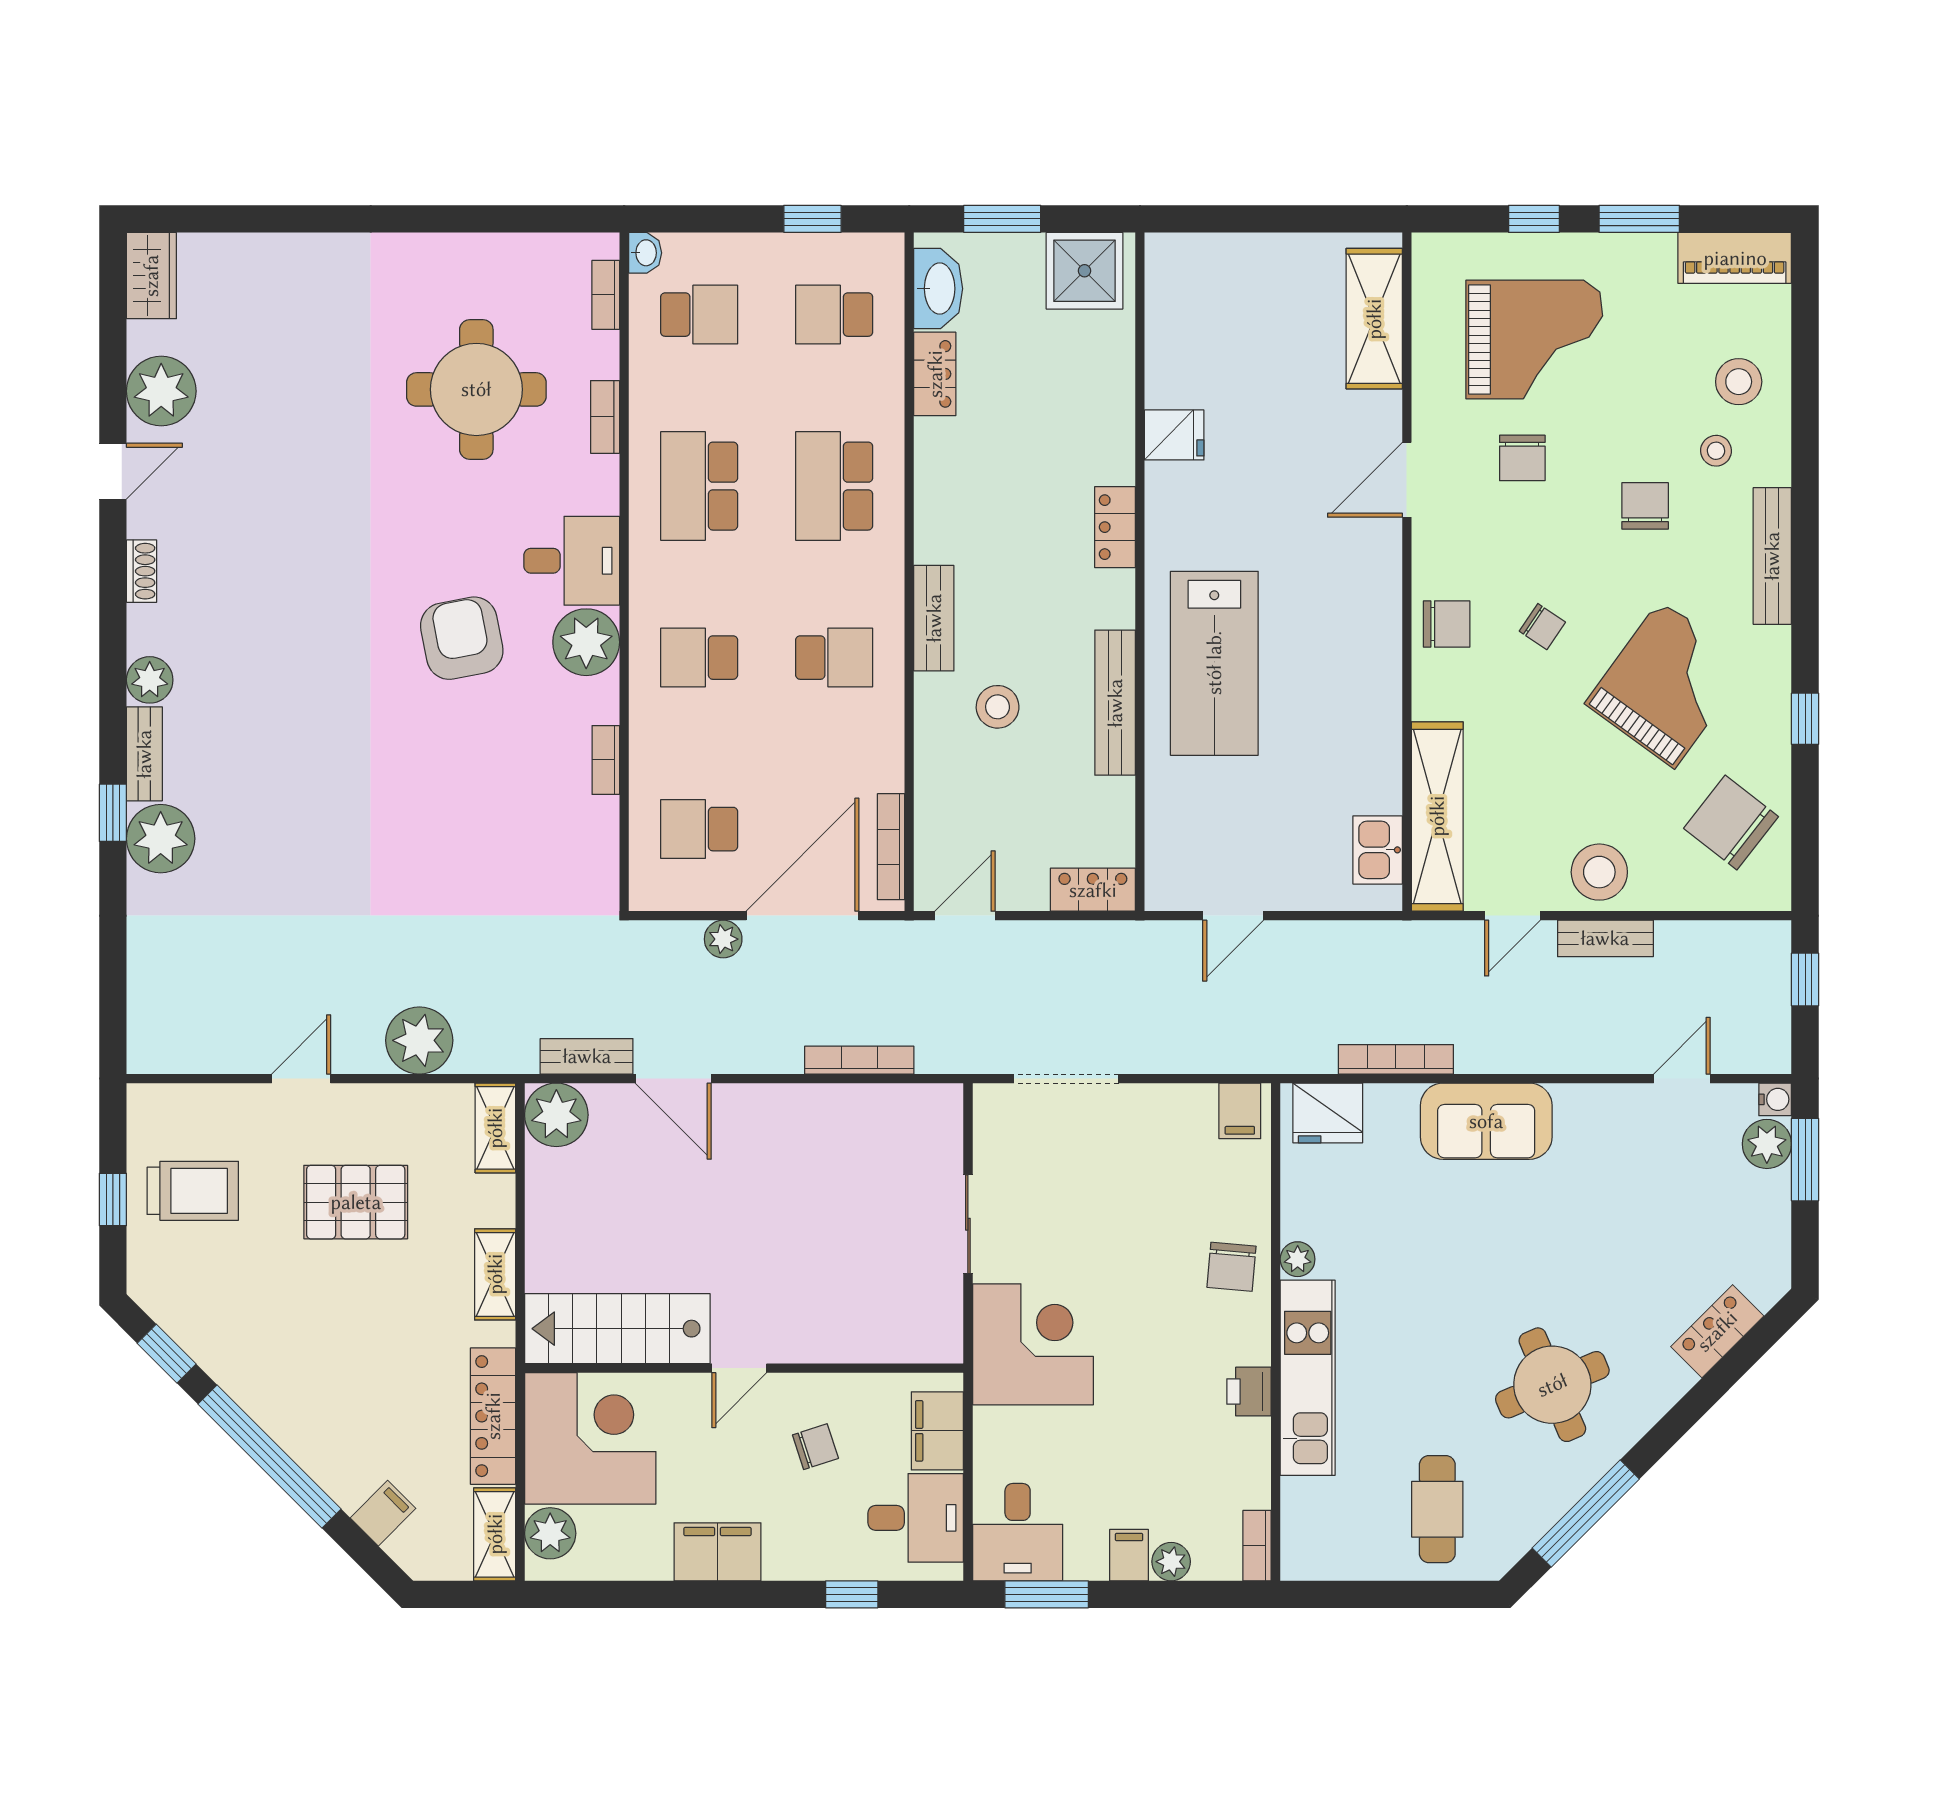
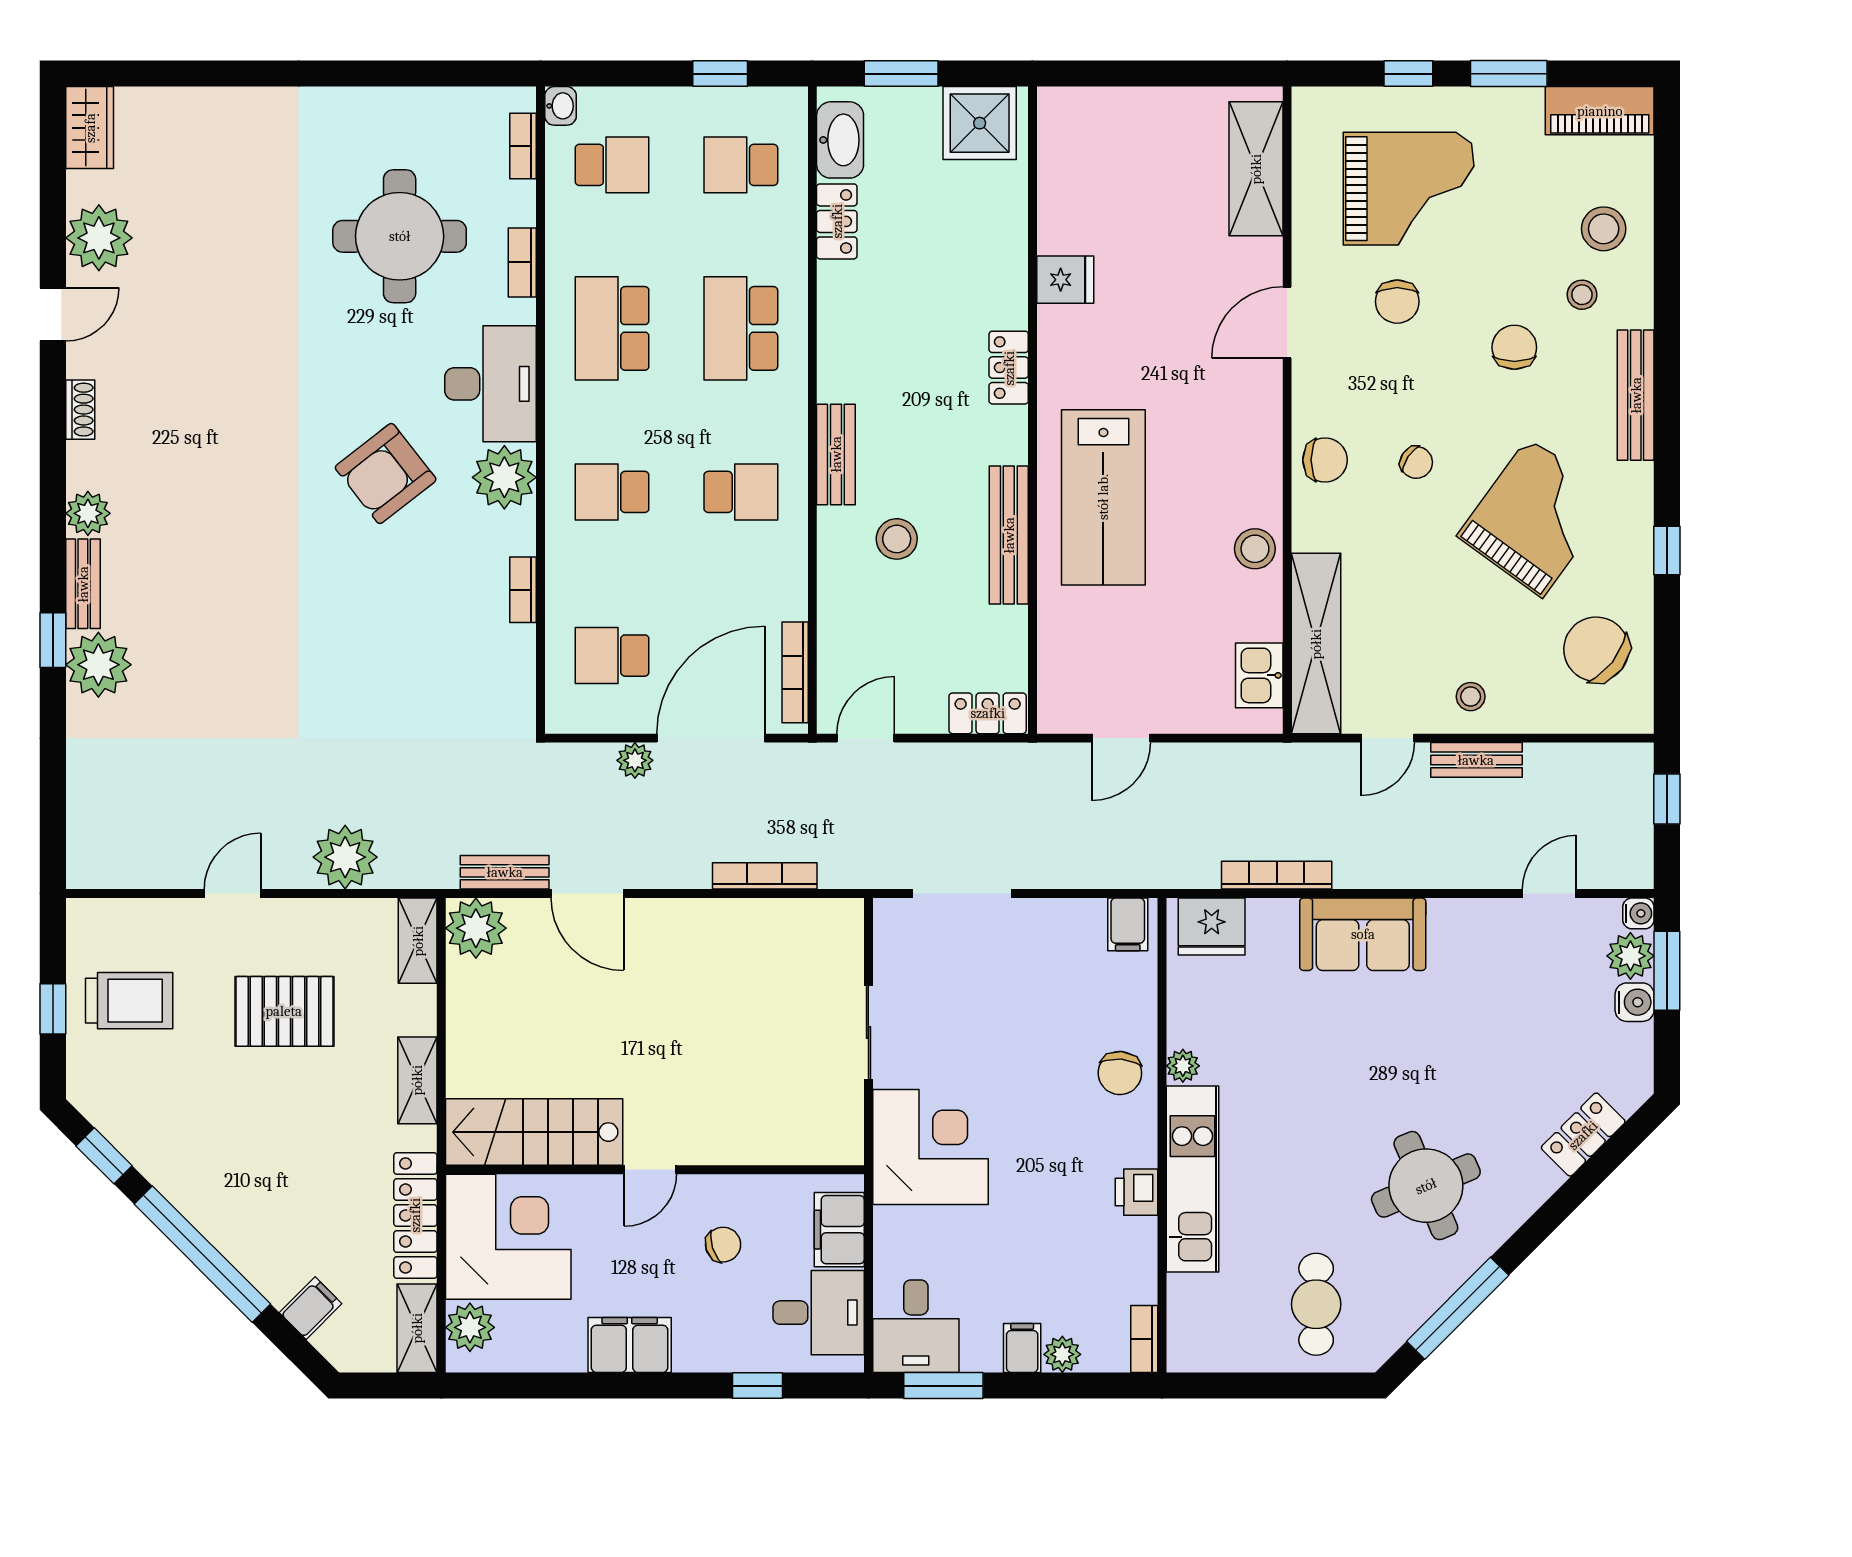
desk: (572, 561) -> (491, 384), width x1.37
armchair: (462, 638) -> (386, 473), turned -117
stool: (1373, 717) -> (1255, 549), added
stool: (1599, 872) -> (1471, 697), width x0.53, depth x0.53
water cooler: (1771, 1192) -> (1635, 1002), added

